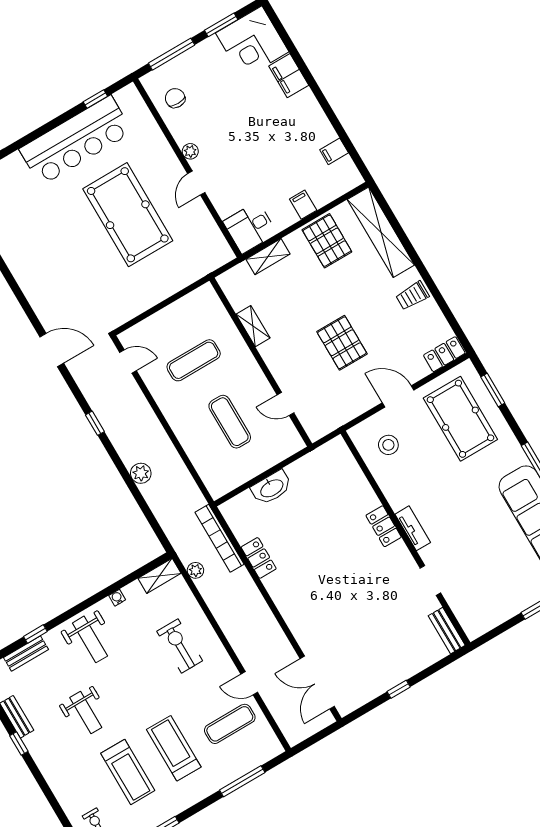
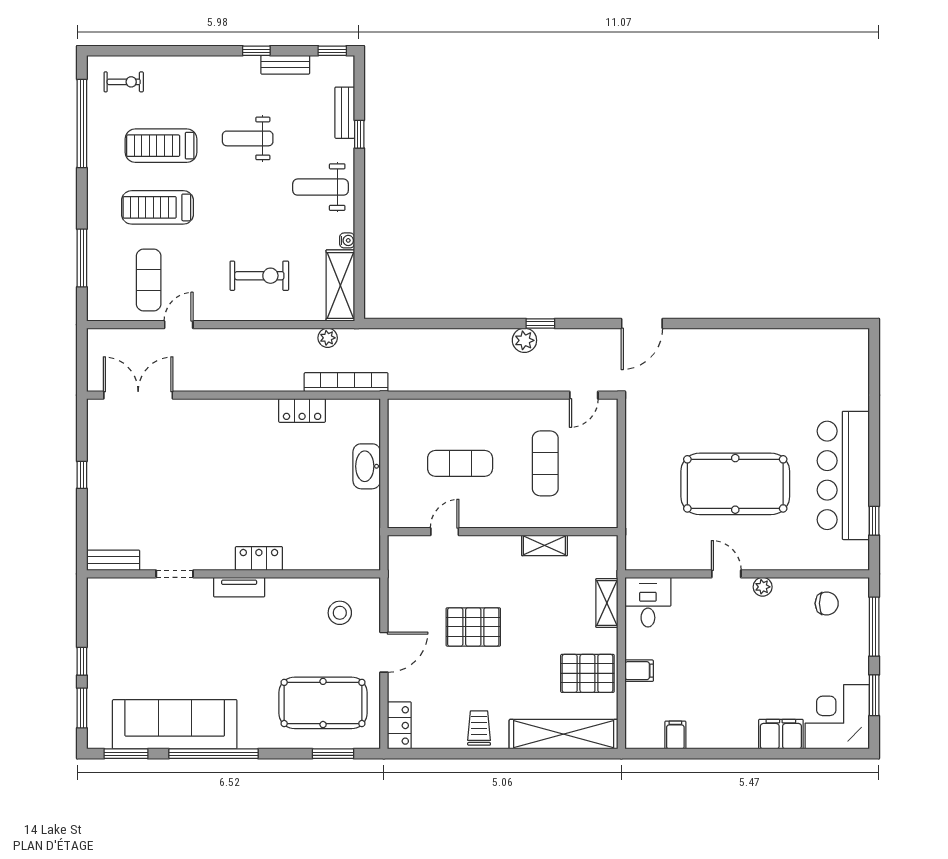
plant: (141, 473) -> (524, 340), moved
shelving: (159, 576) -> (340, 285), width x1.50, depth x1.33
treadmill: (174, 748) -> (158, 207), turned 180

